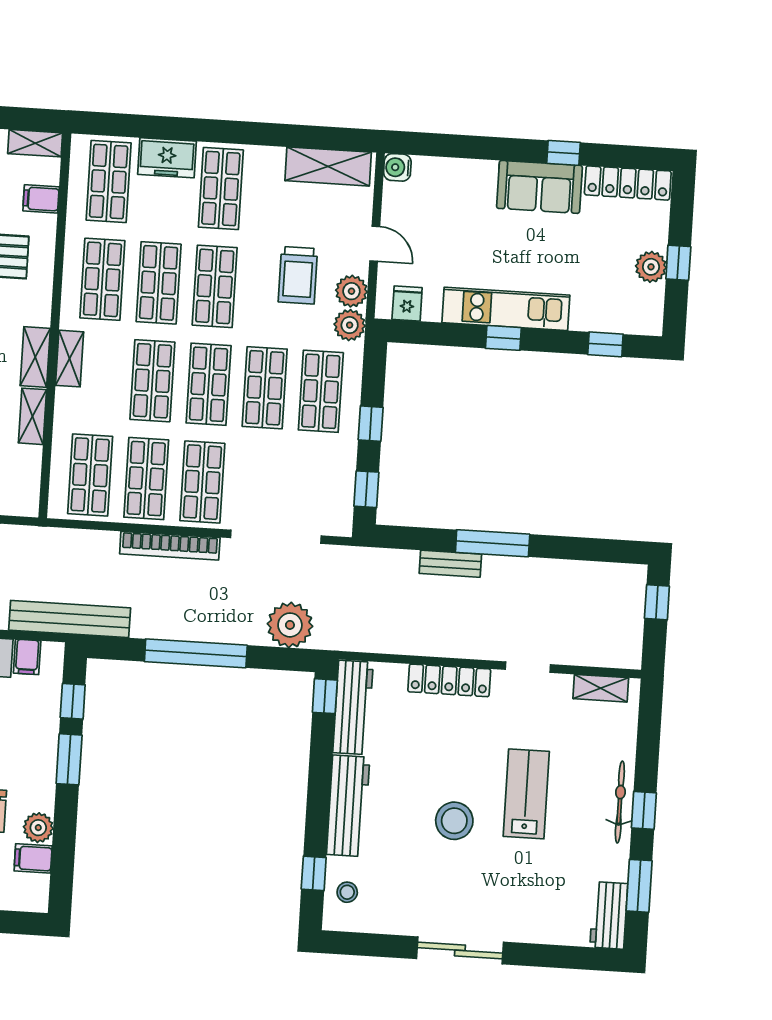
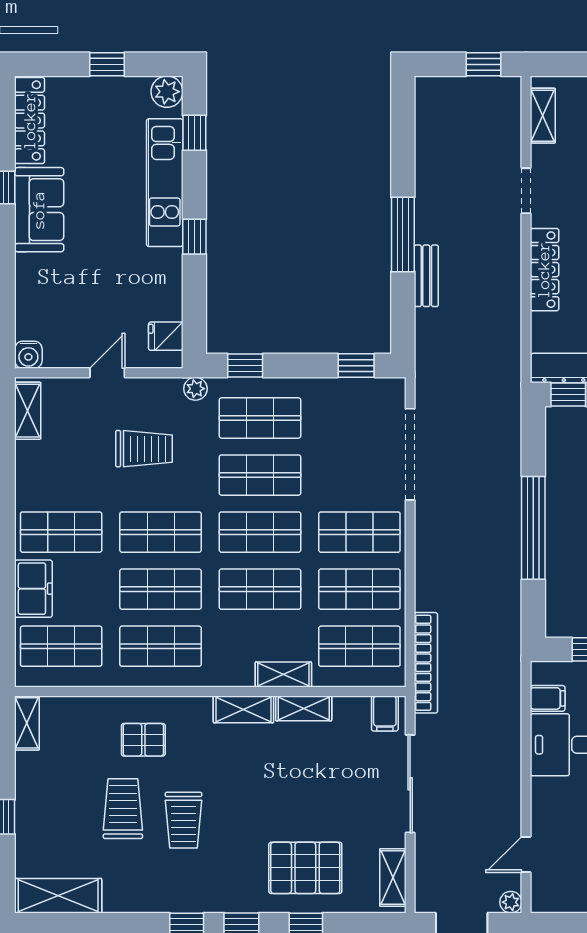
shelving: (328, 166) -> (28, 411), width x0.67, depth x0.75
filing cabinet: (41, 199) -> (385, 713), moved
plant: (651, 267) -> (167, 92), moved
plant: (351, 291) -> (157, 393), removed
kitchen unit: (506, 309) -> (165, 183), moved
plant: (350, 325) -> (195, 389), width x0.73, depth x0.73
shelving: (70, 359) -> (283, 674), moved
window: (371, 424) -> (245, 366), moved
bookcase: (170, 546) -> (426, 663), moved
window: (657, 602) -> (483, 64), moved
bench: (70, 619) -> (507, 658), removed
plant: (290, 625) -> (499, 434), removed

